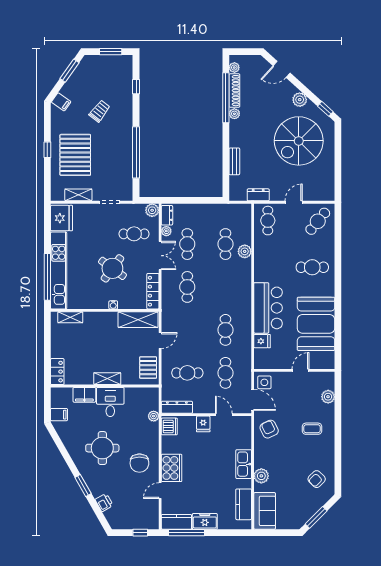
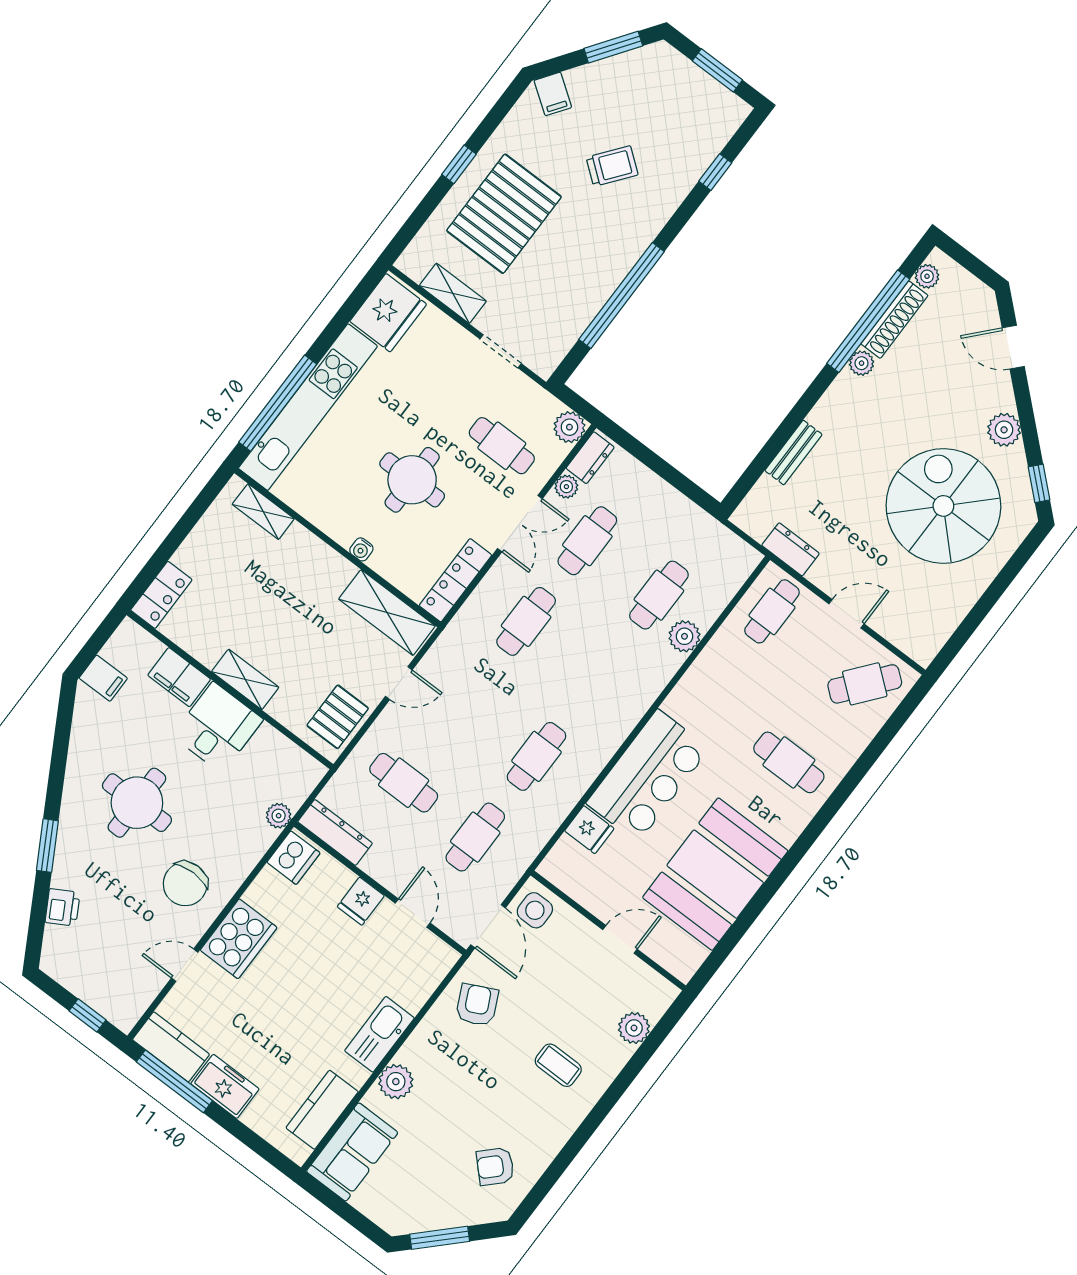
spiral stairs: (299, 141) -> (943, 506), turned 90
round table: (112, 268) -> (412, 480), turned -36

